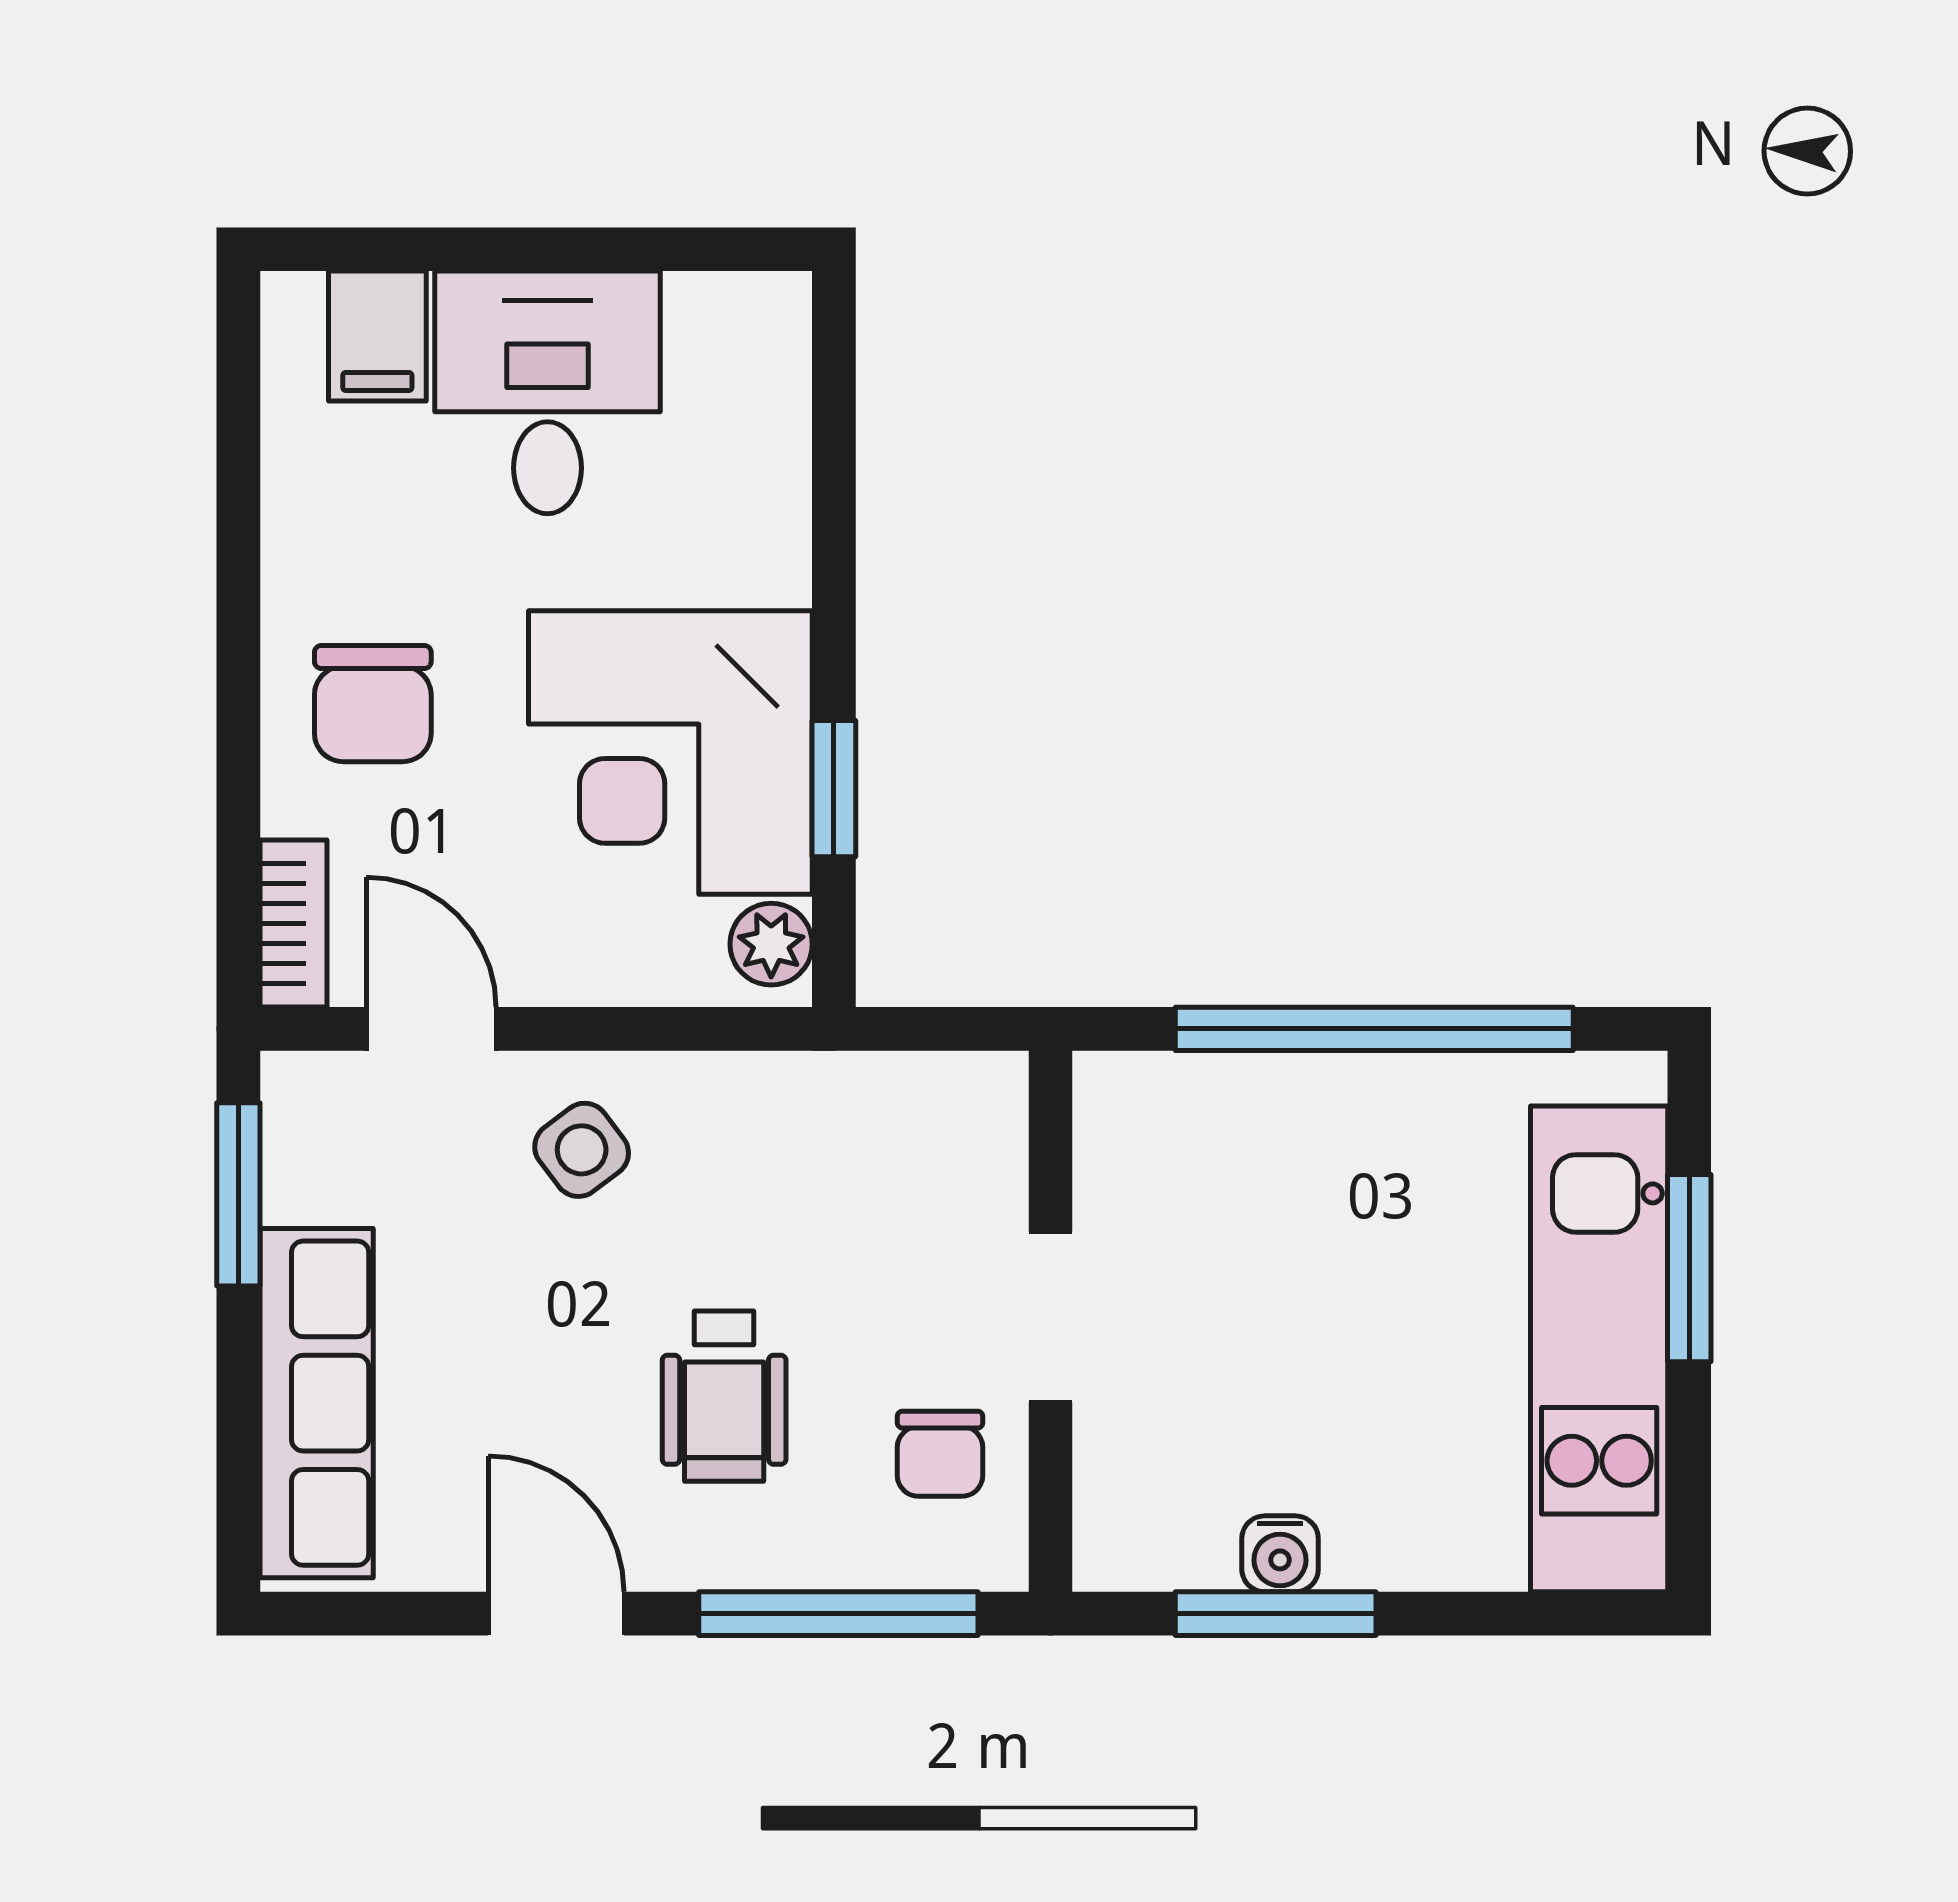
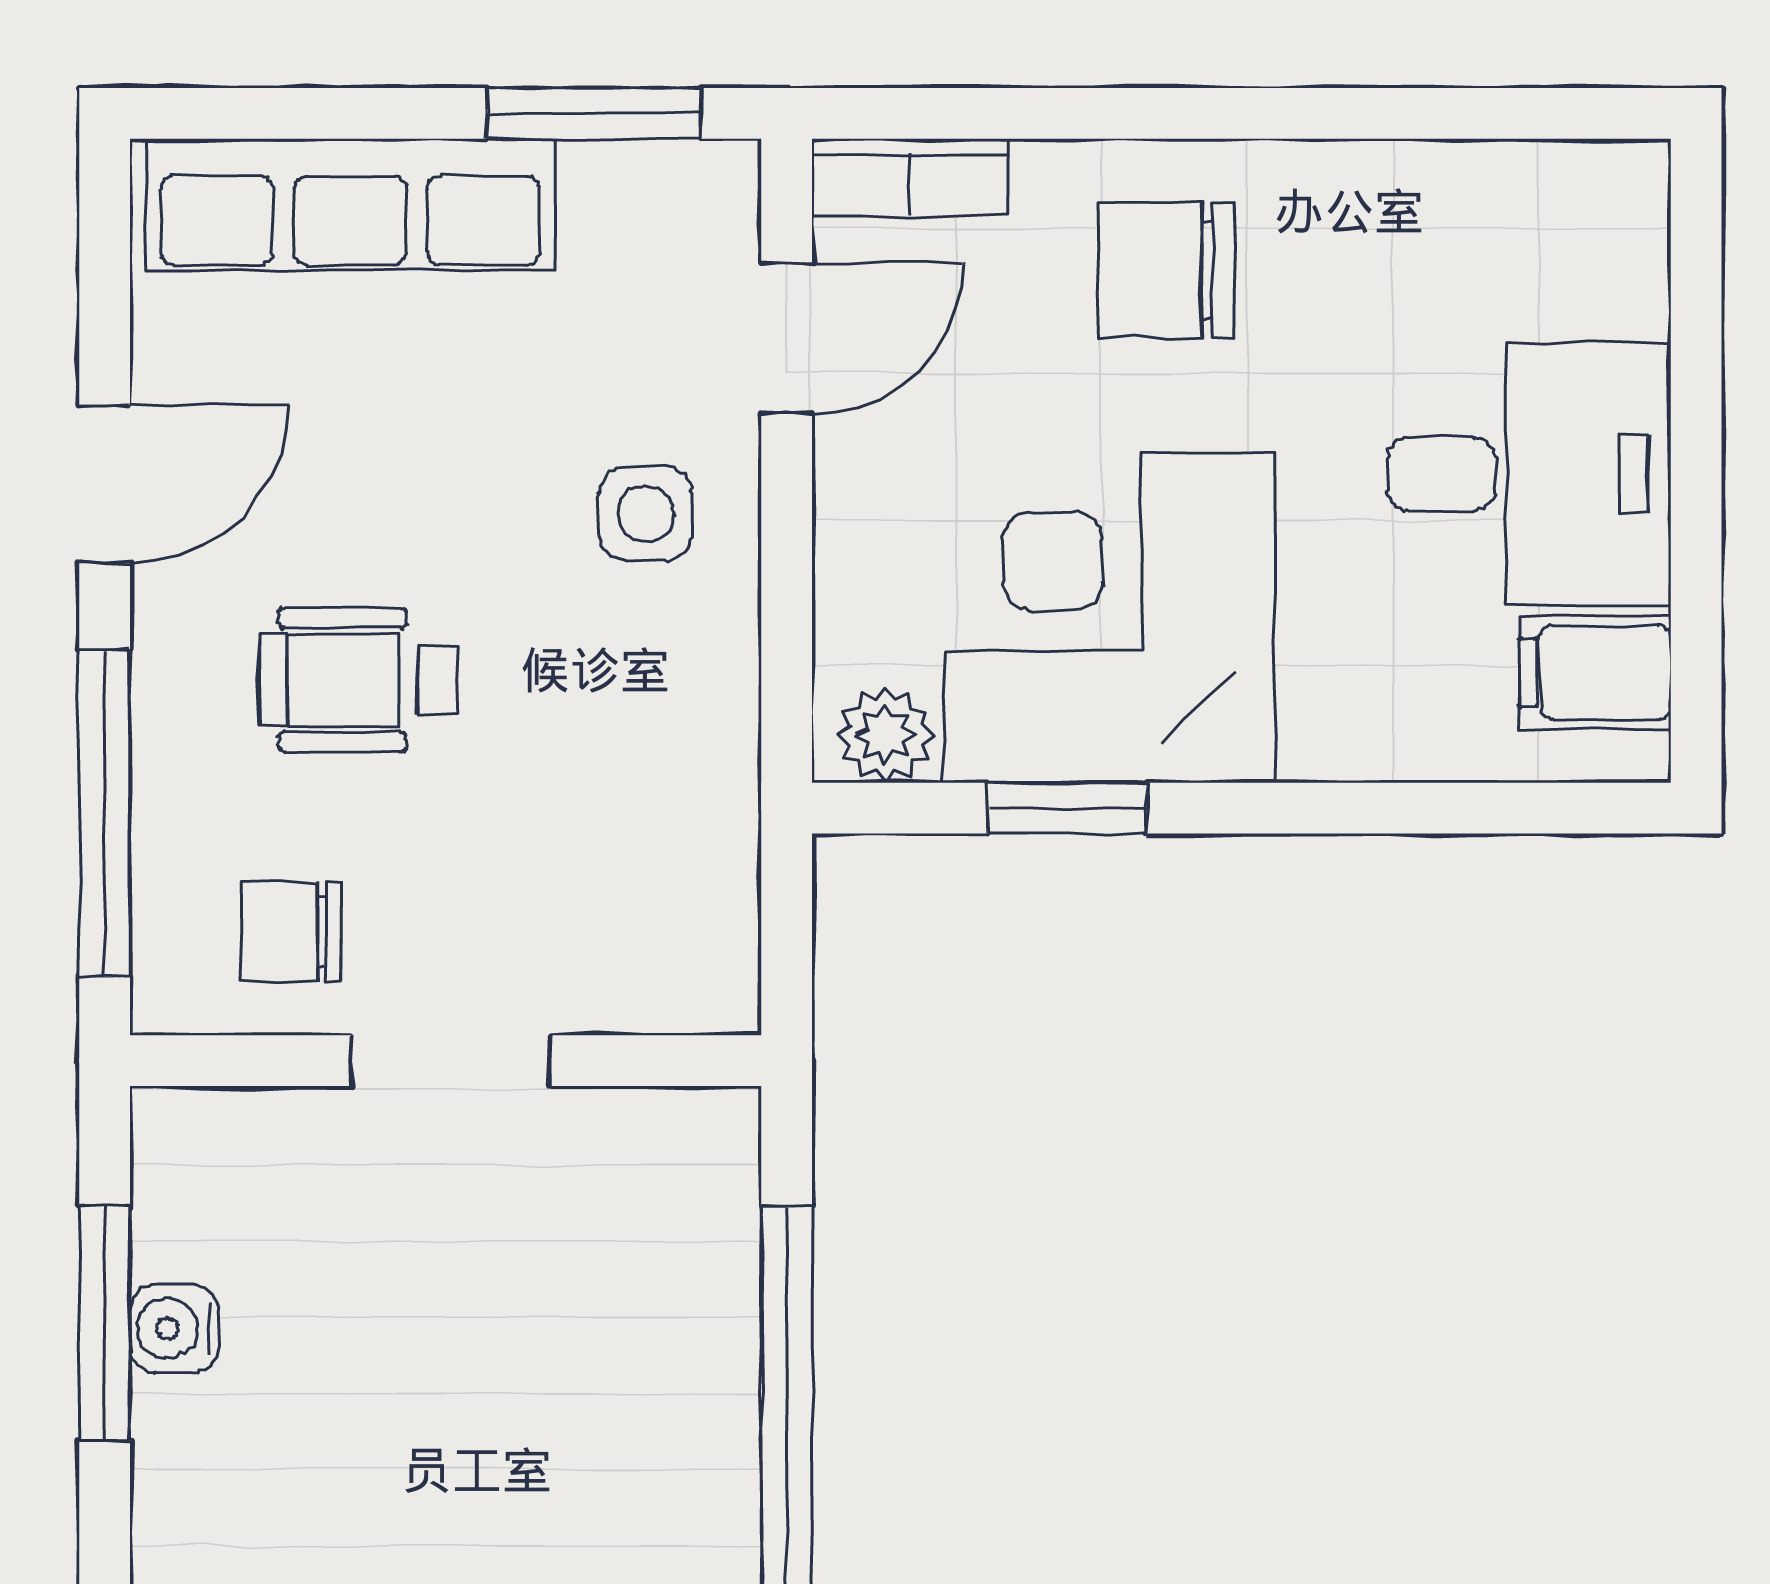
filing cabinet: (377, 336) -> (1595, 672), moved
side table: (582, 1150) -> (646, 514), turned 37

